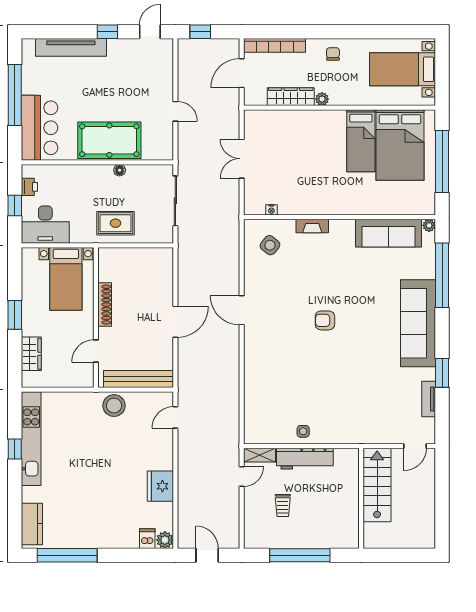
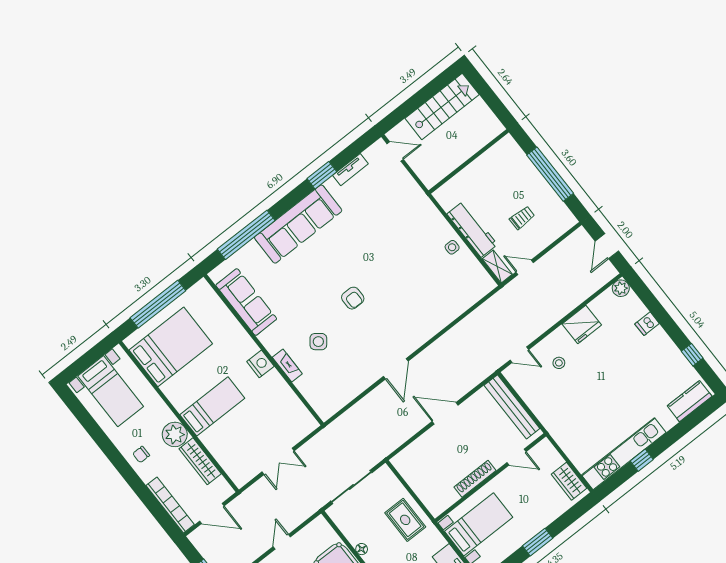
plant: (322, 99) -> (175, 434), width x1.87, depth x1.87
bed: (361, 141) -> (212, 406), moved
nightstand: (271, 210) -> (260, 364), moved, width x1.89, depth x1.79
plant: (429, 225) -> (216, 275), removed
side table: (270, 245) -> (318, 342), moved
wardrobe: (31, 354) -> (569, 481), moved, turned -90
stool: (114, 406) -> (559, 363), moved, width x0.53, depth x0.53
stairs: (377, 485) -> (442, 106), moved, turned 180
dishwasher: (147, 539) -> (647, 324), moved
window: (67, 555) -> (692, 355), width x0.32

